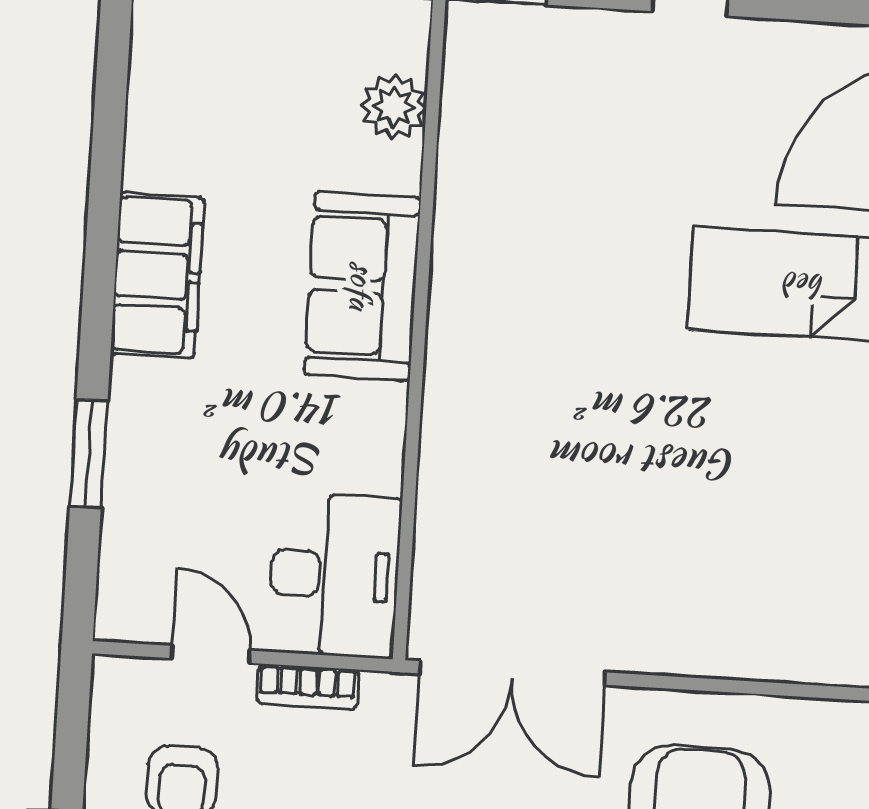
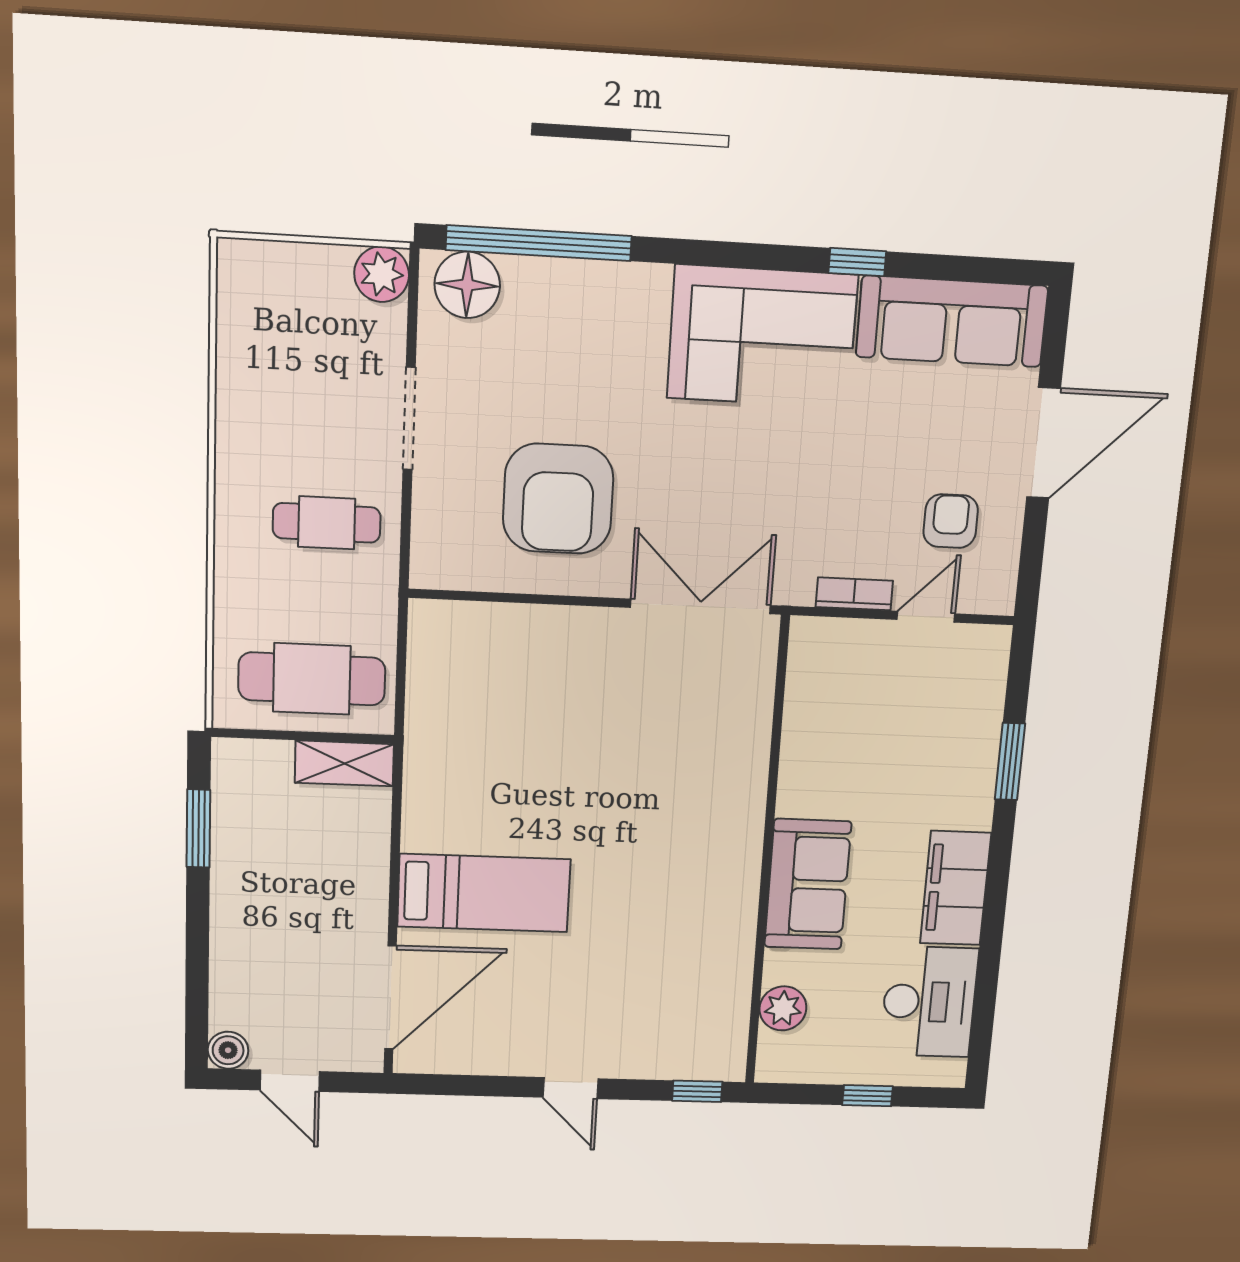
desk: (334, 575) -> (929, 1002), moved, turned 180
door: (211, 654) -> (926, 617), swing flipped

